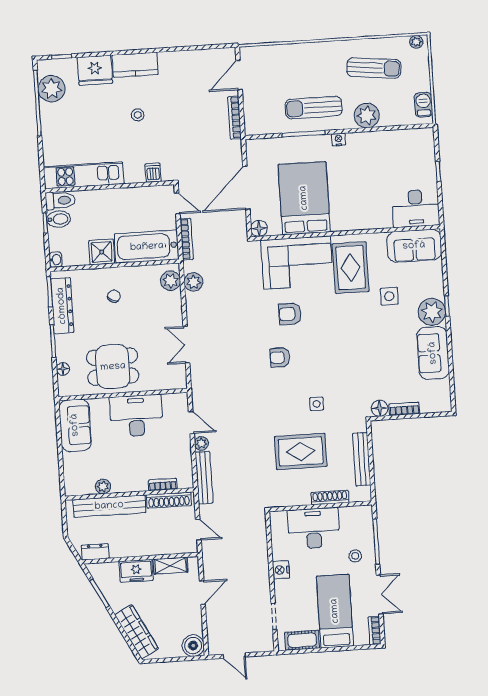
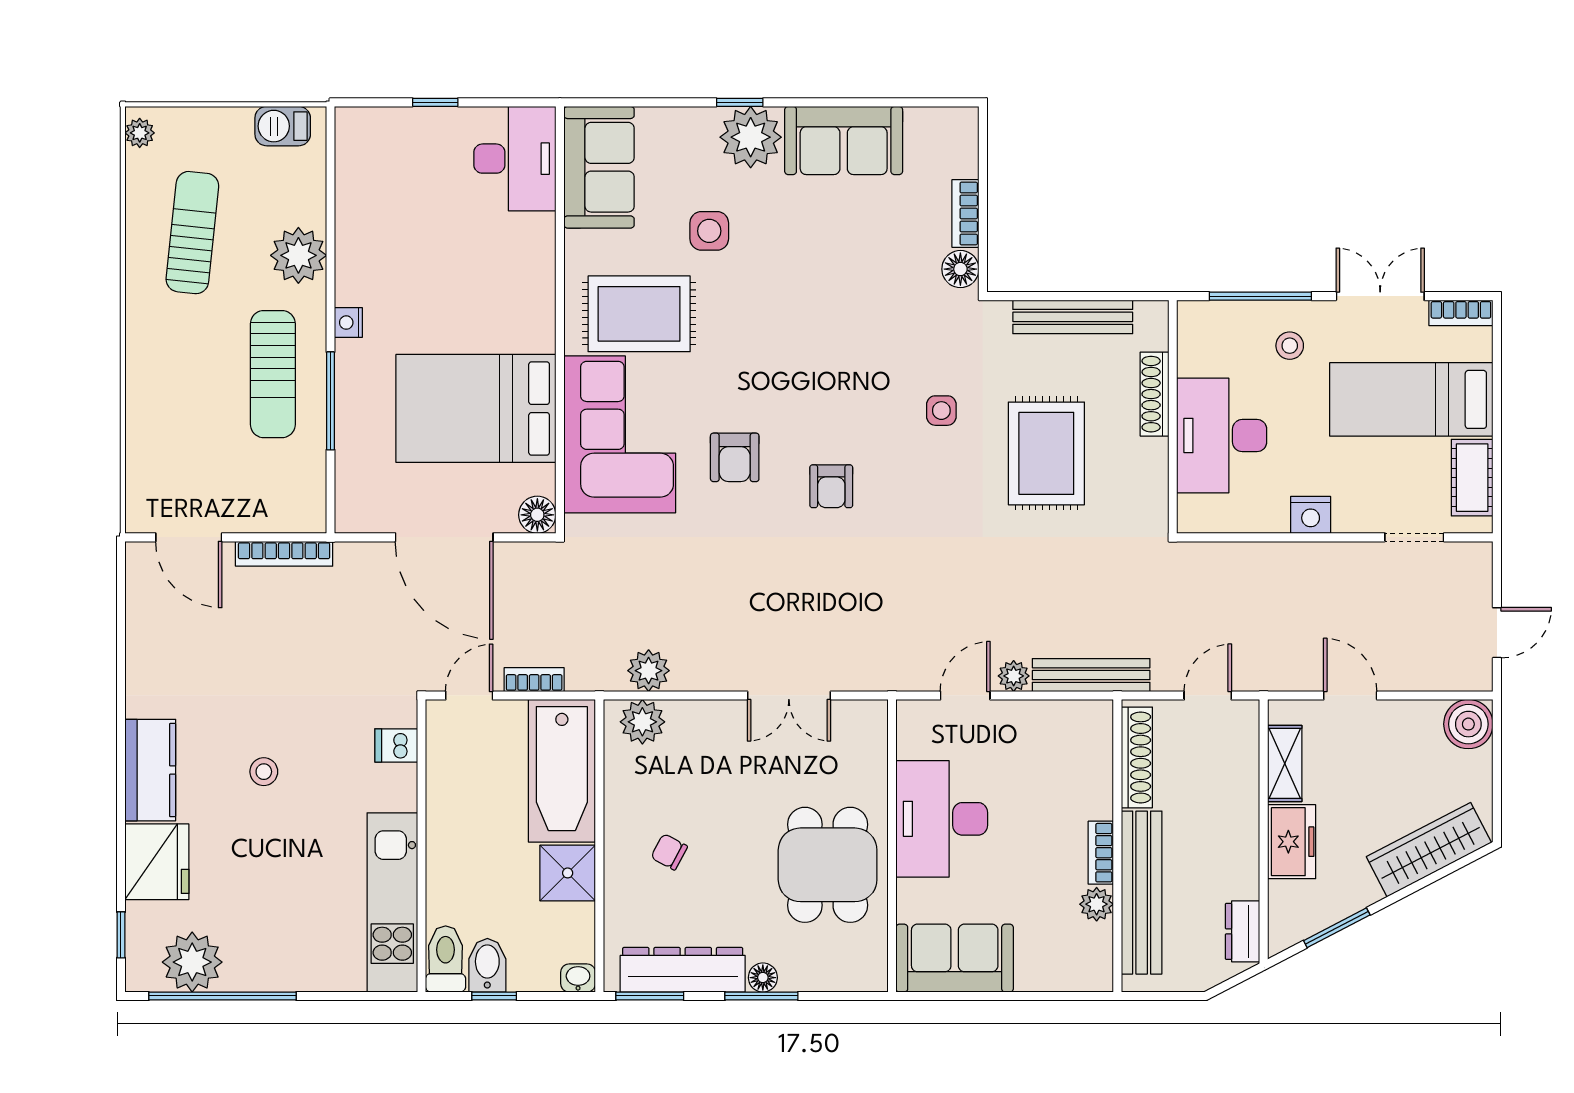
bookcase: (187, 239) -> (534, 680), width x0.64
floor lamp: (63, 369) -> (763, 978), moved
bookcase: (163, 485) -> (1101, 853), moved

